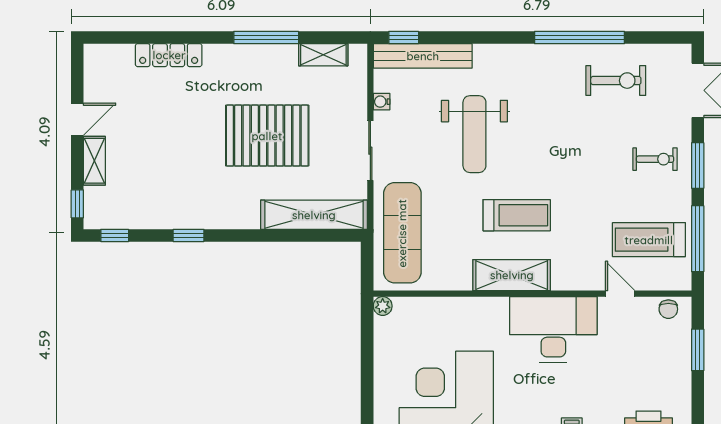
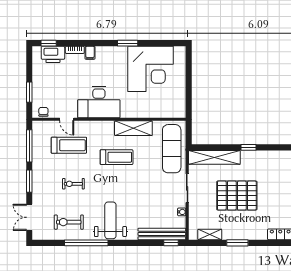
window: (266, 38) -> (237, 243), width x0.69
weight bench: (474, 134) -> (110, 220), moved
exercise bike: (655, 159) -> (73, 184), moved
treadmill: (517, 215) -> (117, 157), turned 180
window: (189, 235) -> (249, 147), moved
treadmill: (649, 240) -> (69, 145), moved
shelving: (512, 275) -> (133, 128), moved
plant: (383, 306) -> (181, 113), removed

